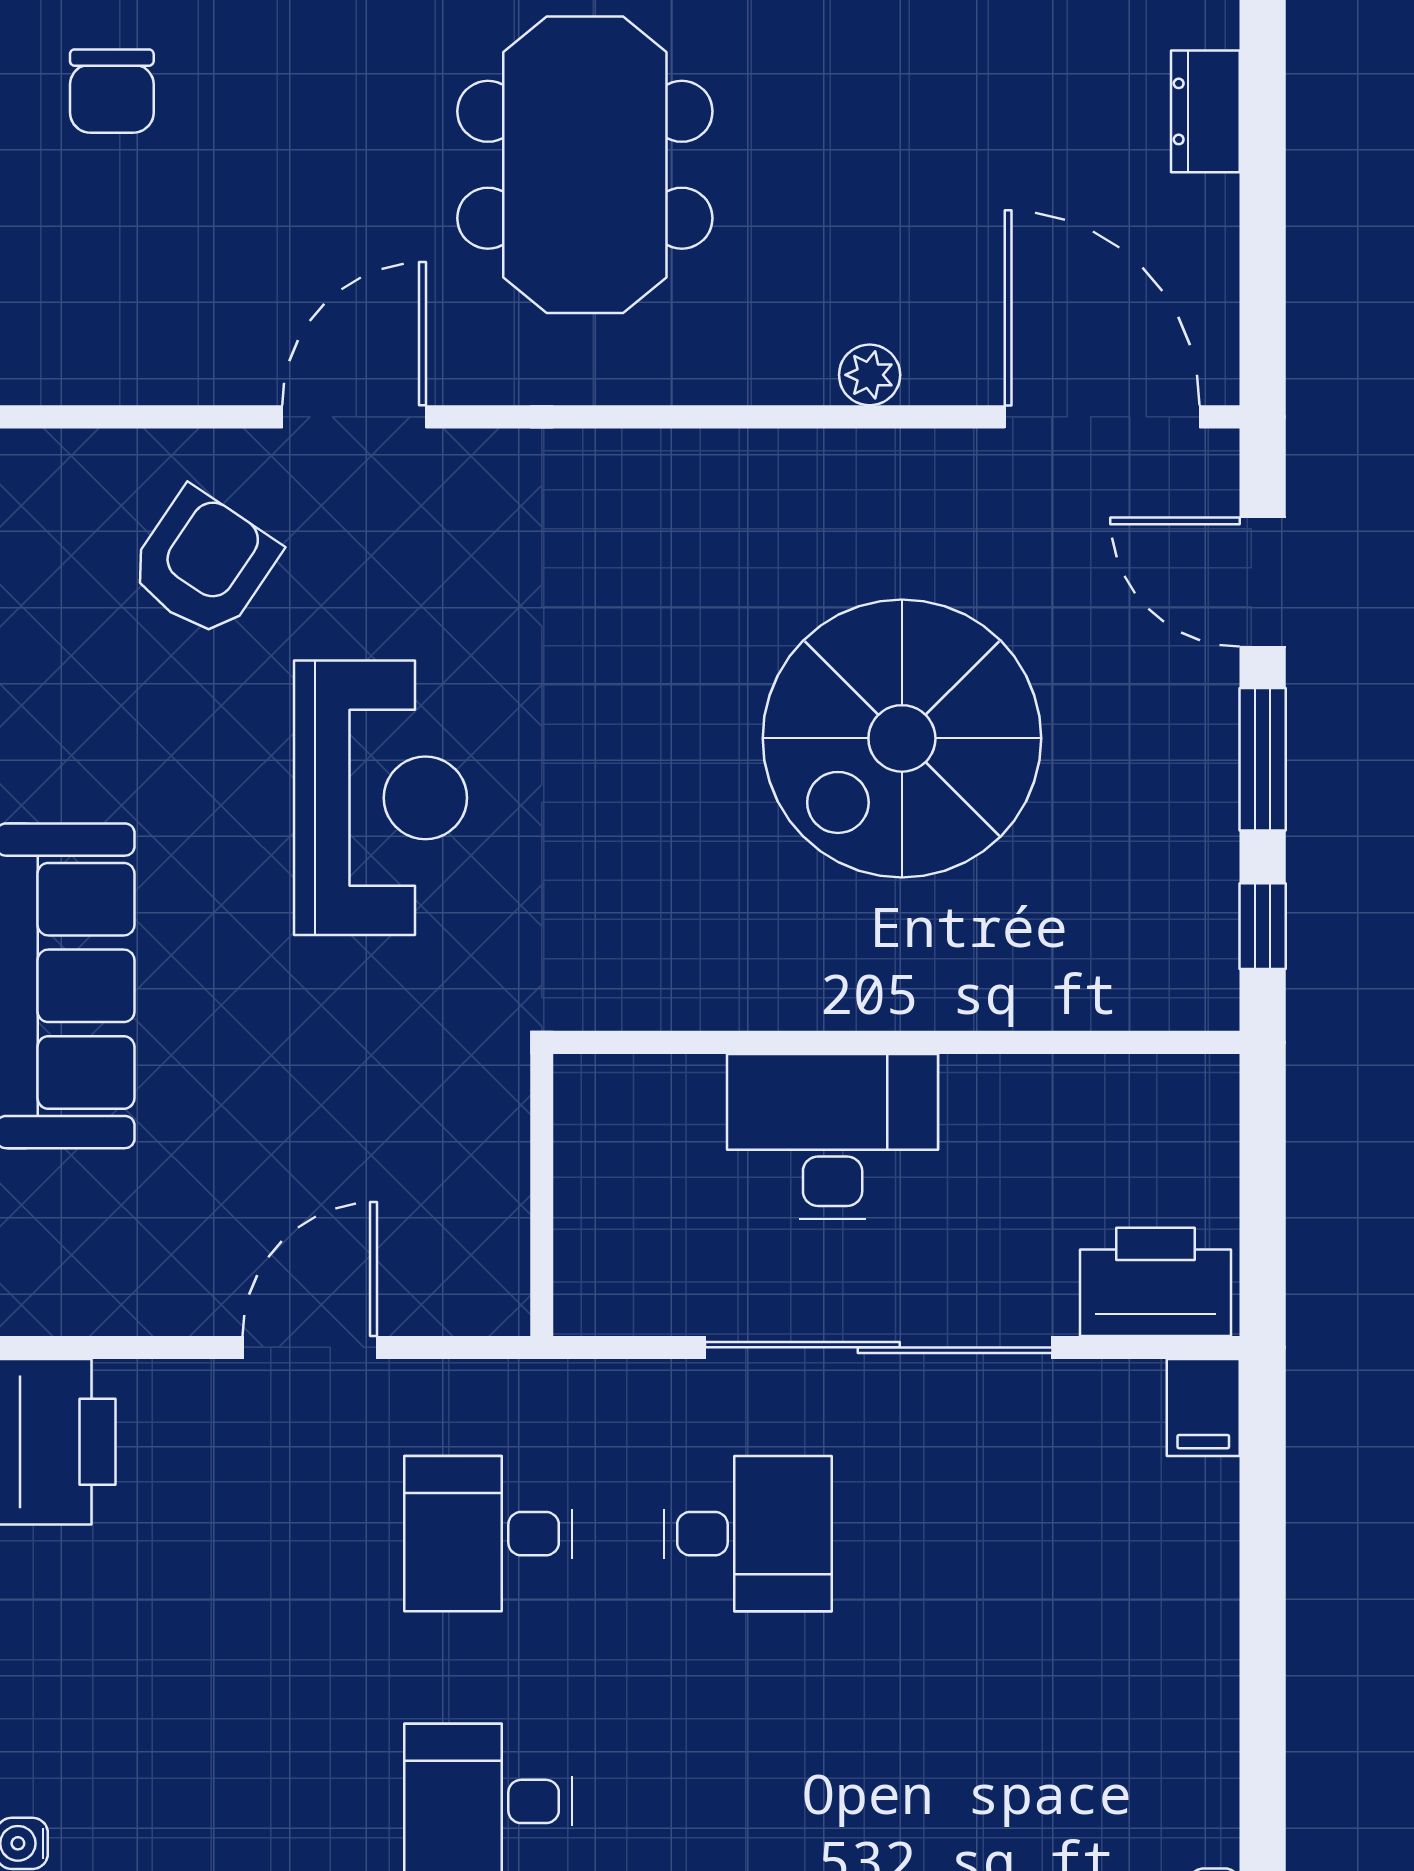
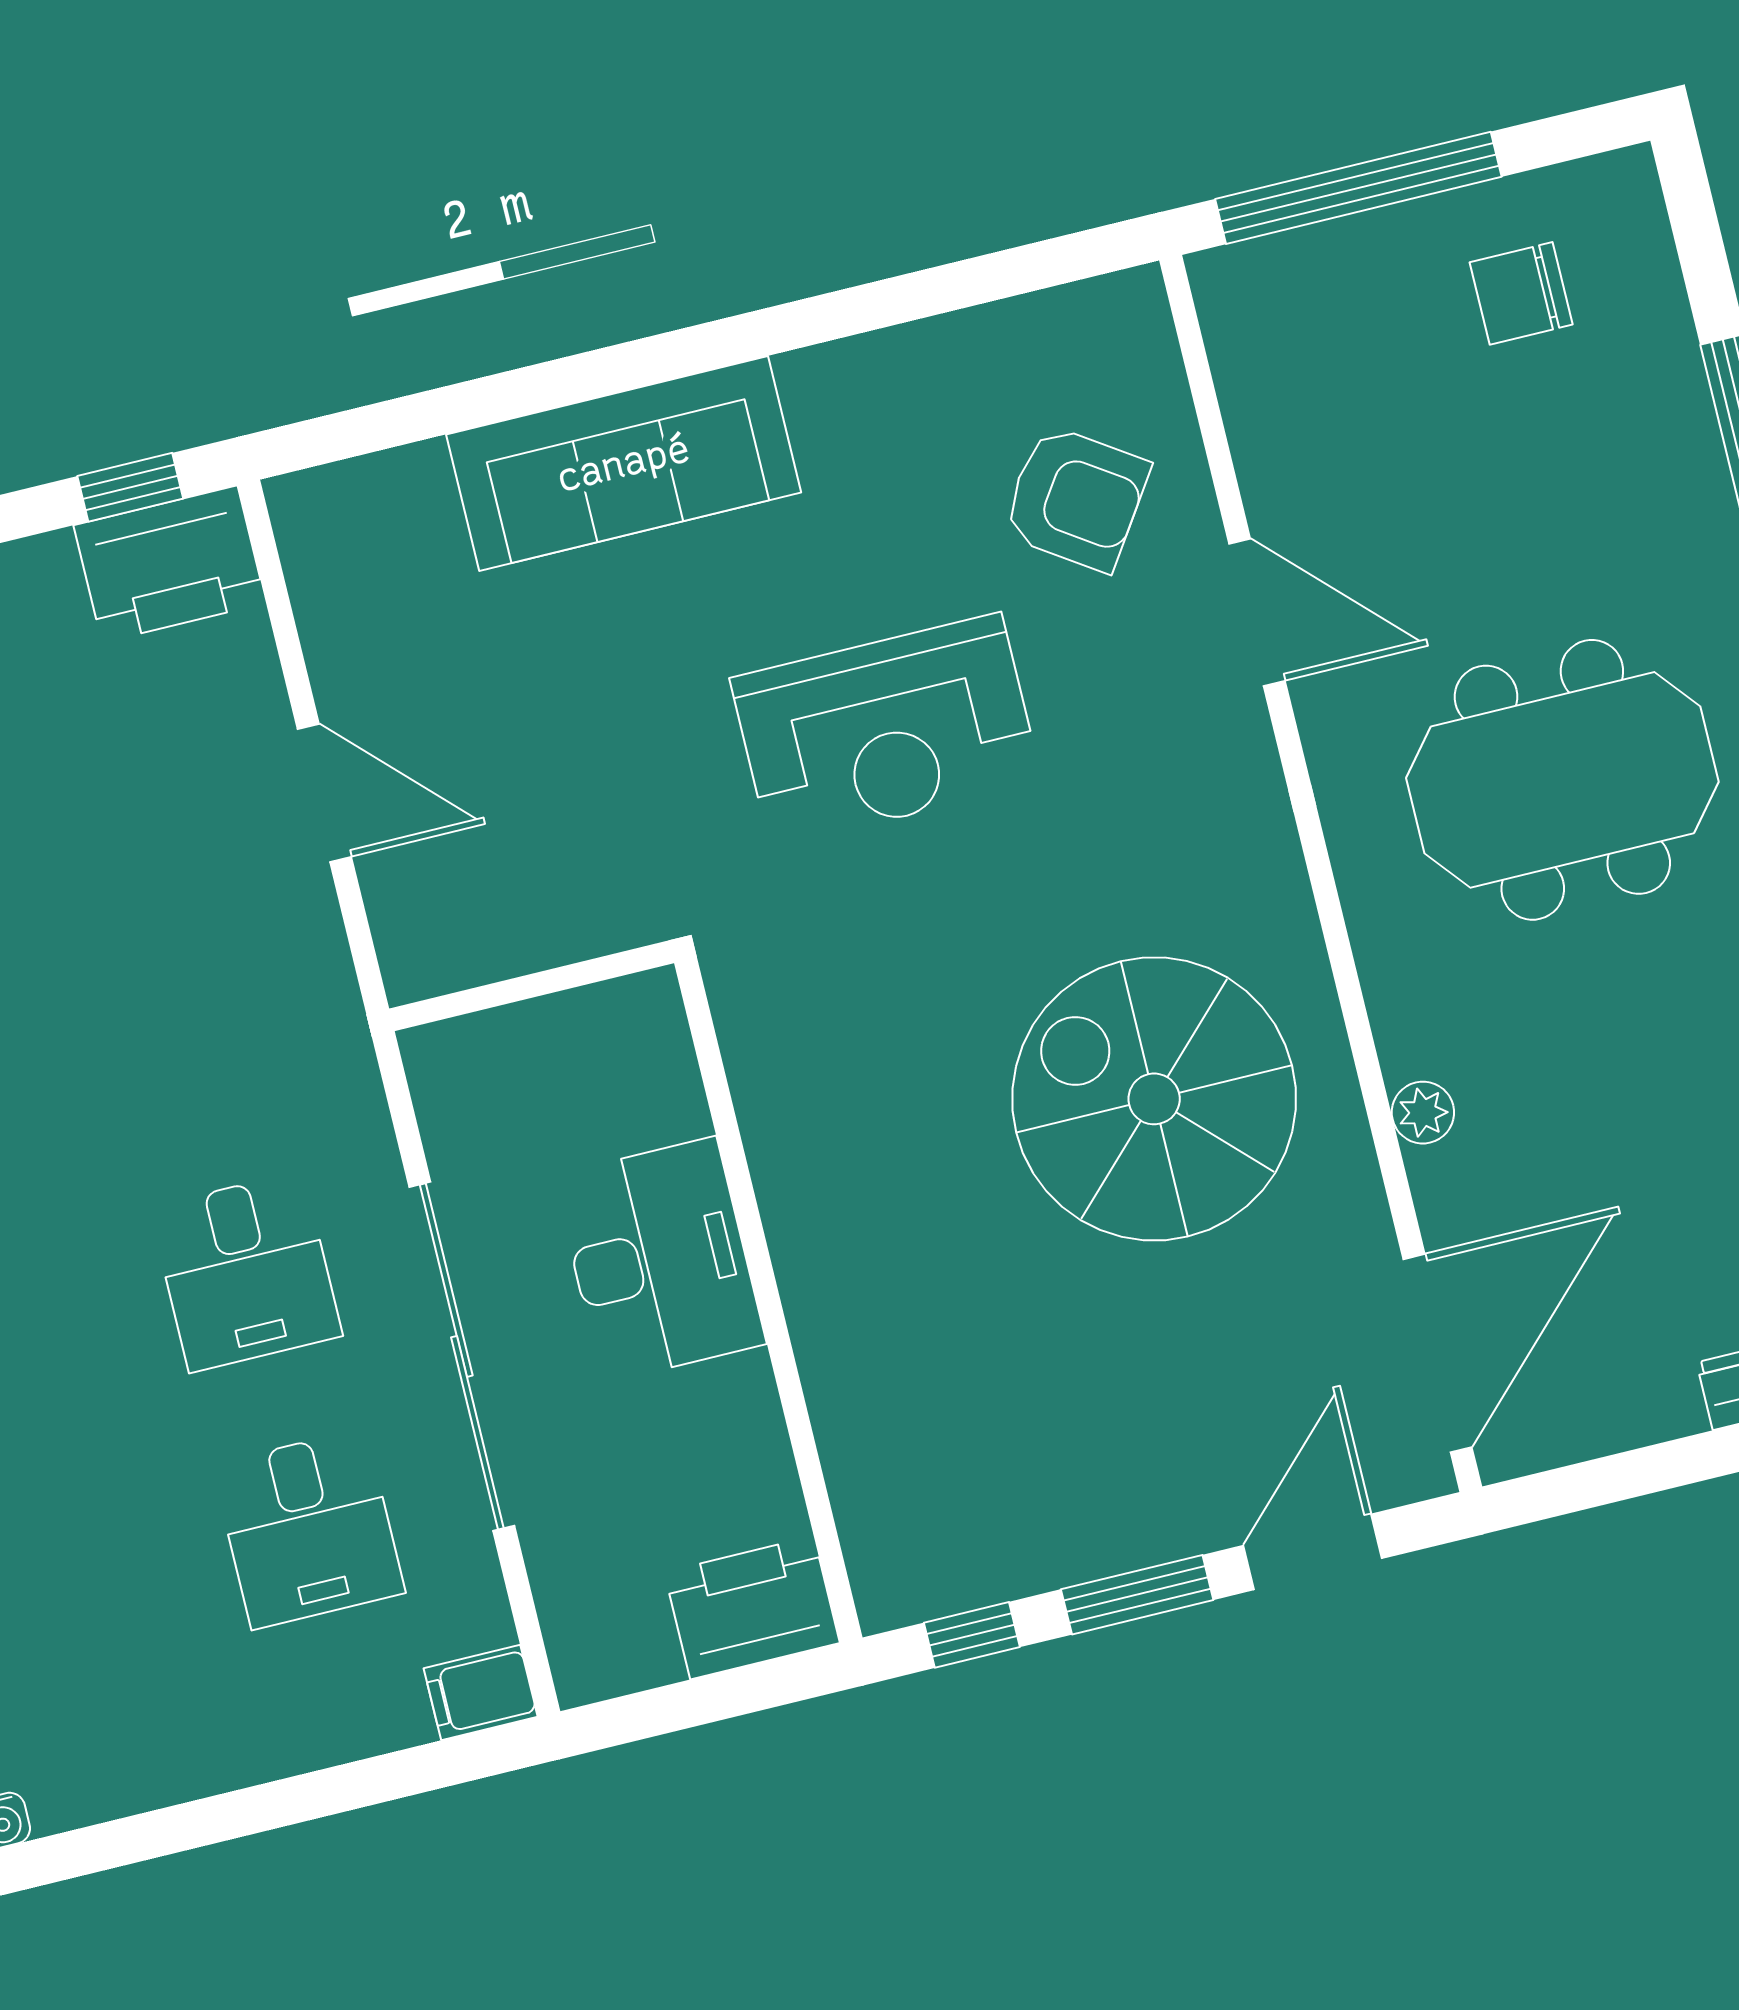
spiral stairs: (902, 738) -> (1154, 1099), moved
printer: (1156, 1282) -> (752, 1608), moved, turned -90
desk: (488, 1534) -> (309, 1529), moved, turned 180

